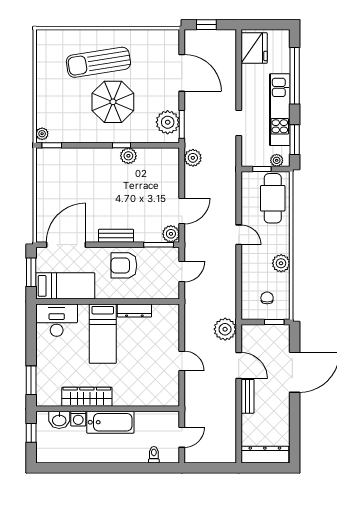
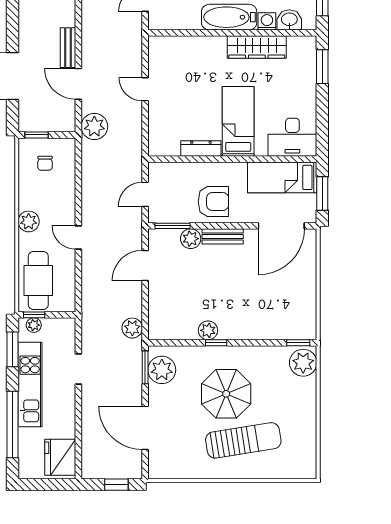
plant: (42, 134) -> (303, 363), width x1.88, depth x1.88
window: (262, 169) -> (34, 315), moved
plant: (171, 234) -> (191, 239), moved
plant: (281, 263) -> (29, 221), moved

